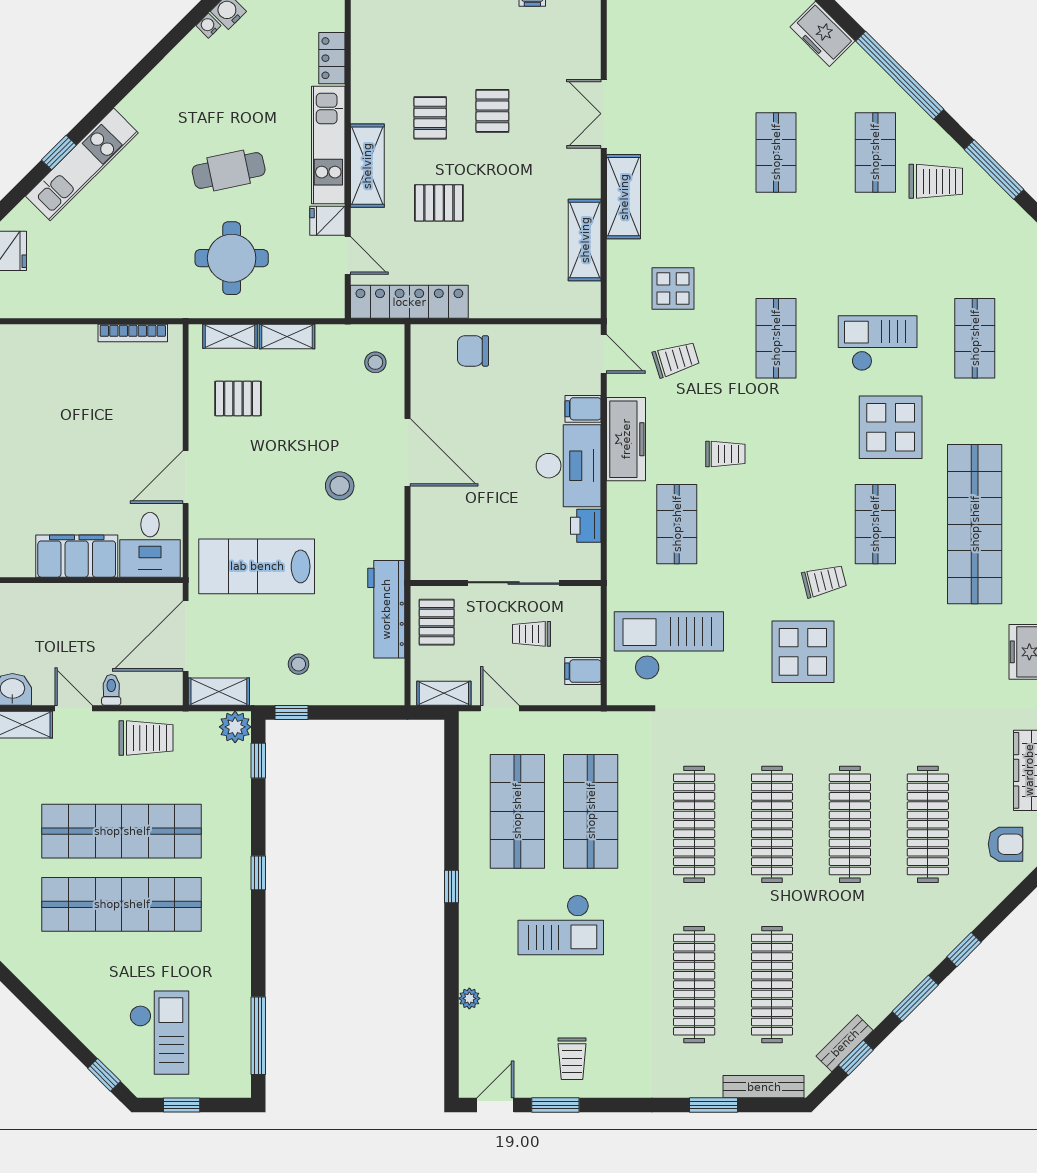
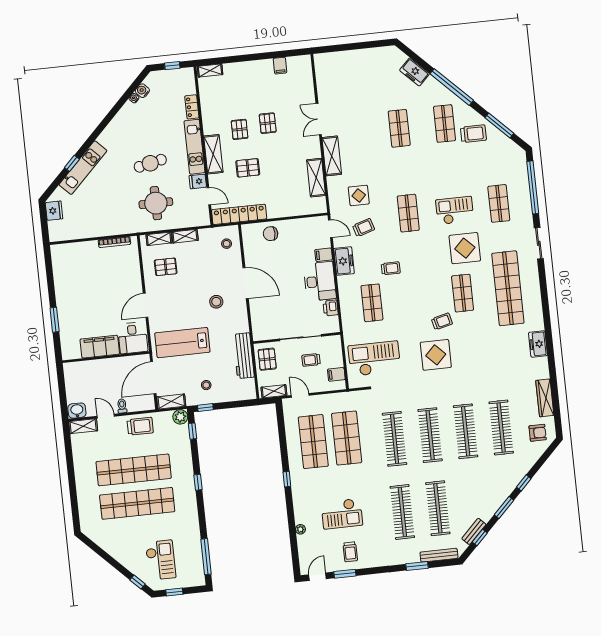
freezer: (626, 439) -> (344, 261), width x0.71
checkout: (561, 925) -> (342, 514), moved

